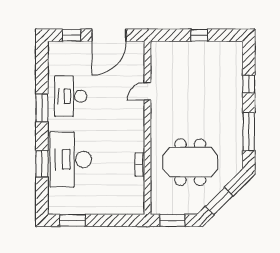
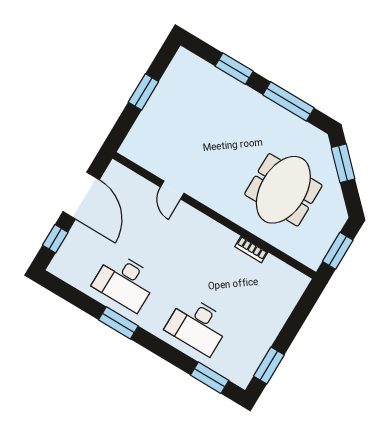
window: (199, 35) -> (143, 92), width x1.50
window: (249, 84) -> (234, 69), width x1.50
desk: (71, 159) -> (198, 325), width x0.73, depth x0.77
window: (42, 164) -> (210, 378), moved
window: (219, 201) -> (343, 163), moved

